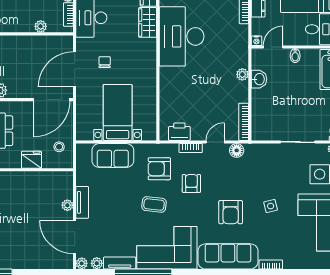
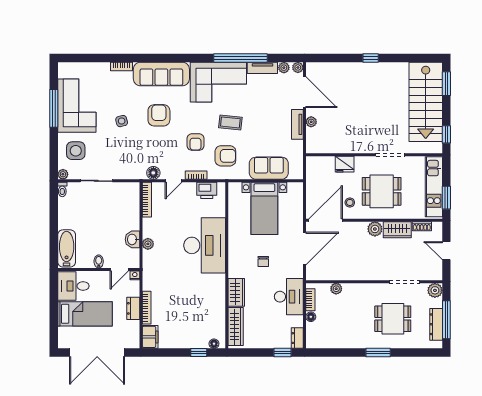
desk: (182, 36) -> (205, 245), moved
chair: (105, 62) -> (263, 262), moved
stool: (59, 147) -> (350, 202), moved

